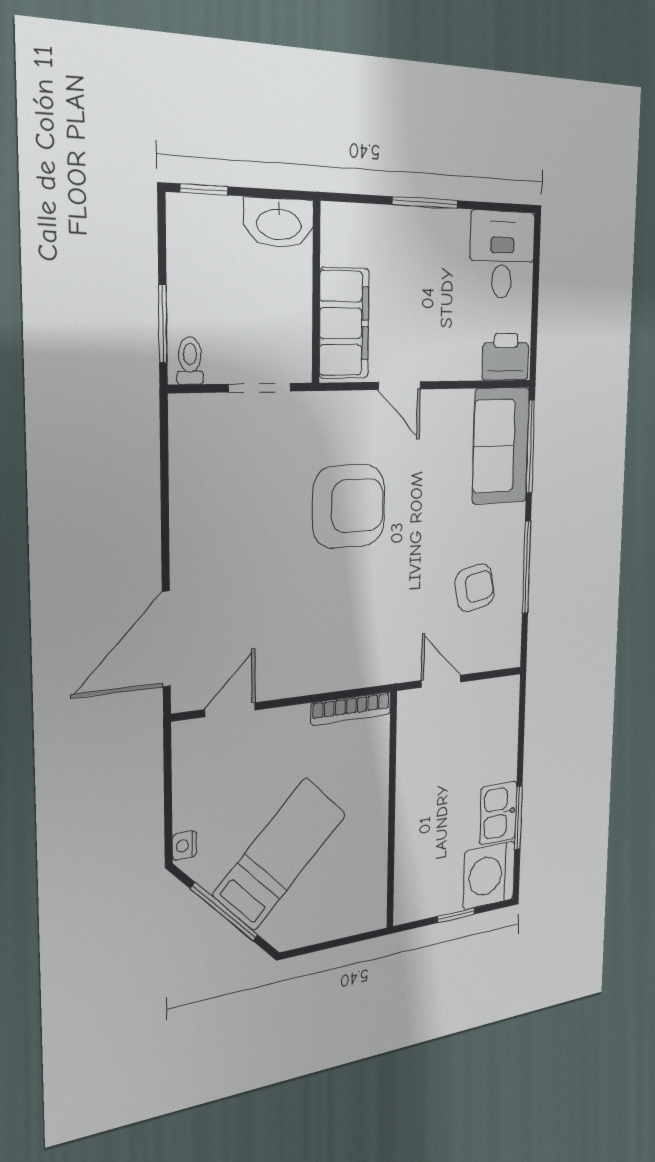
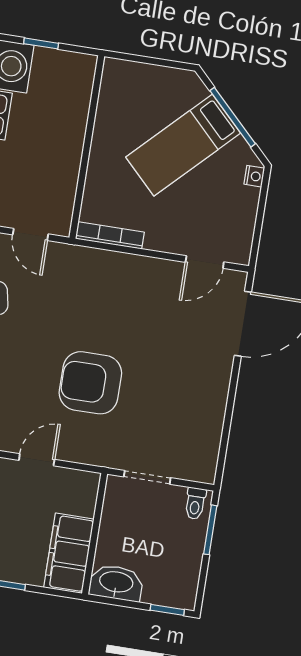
filing cabinet: (344, 323) -> (69, 553), moved
door: (399, 386) -> (37, 460), hinge flipped

